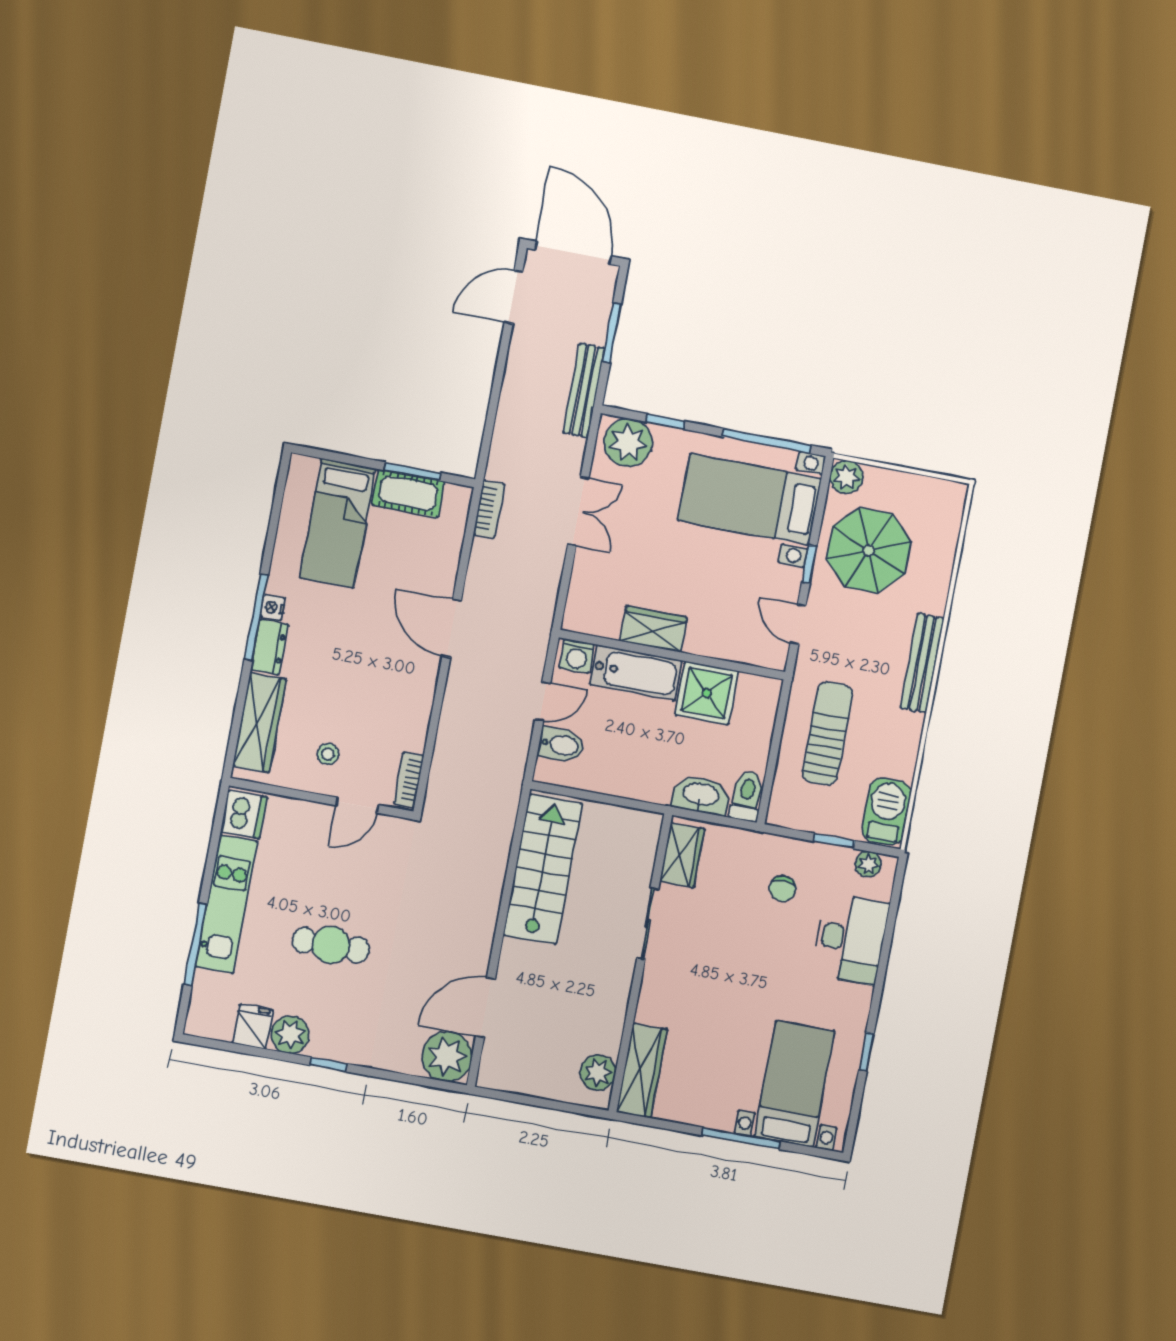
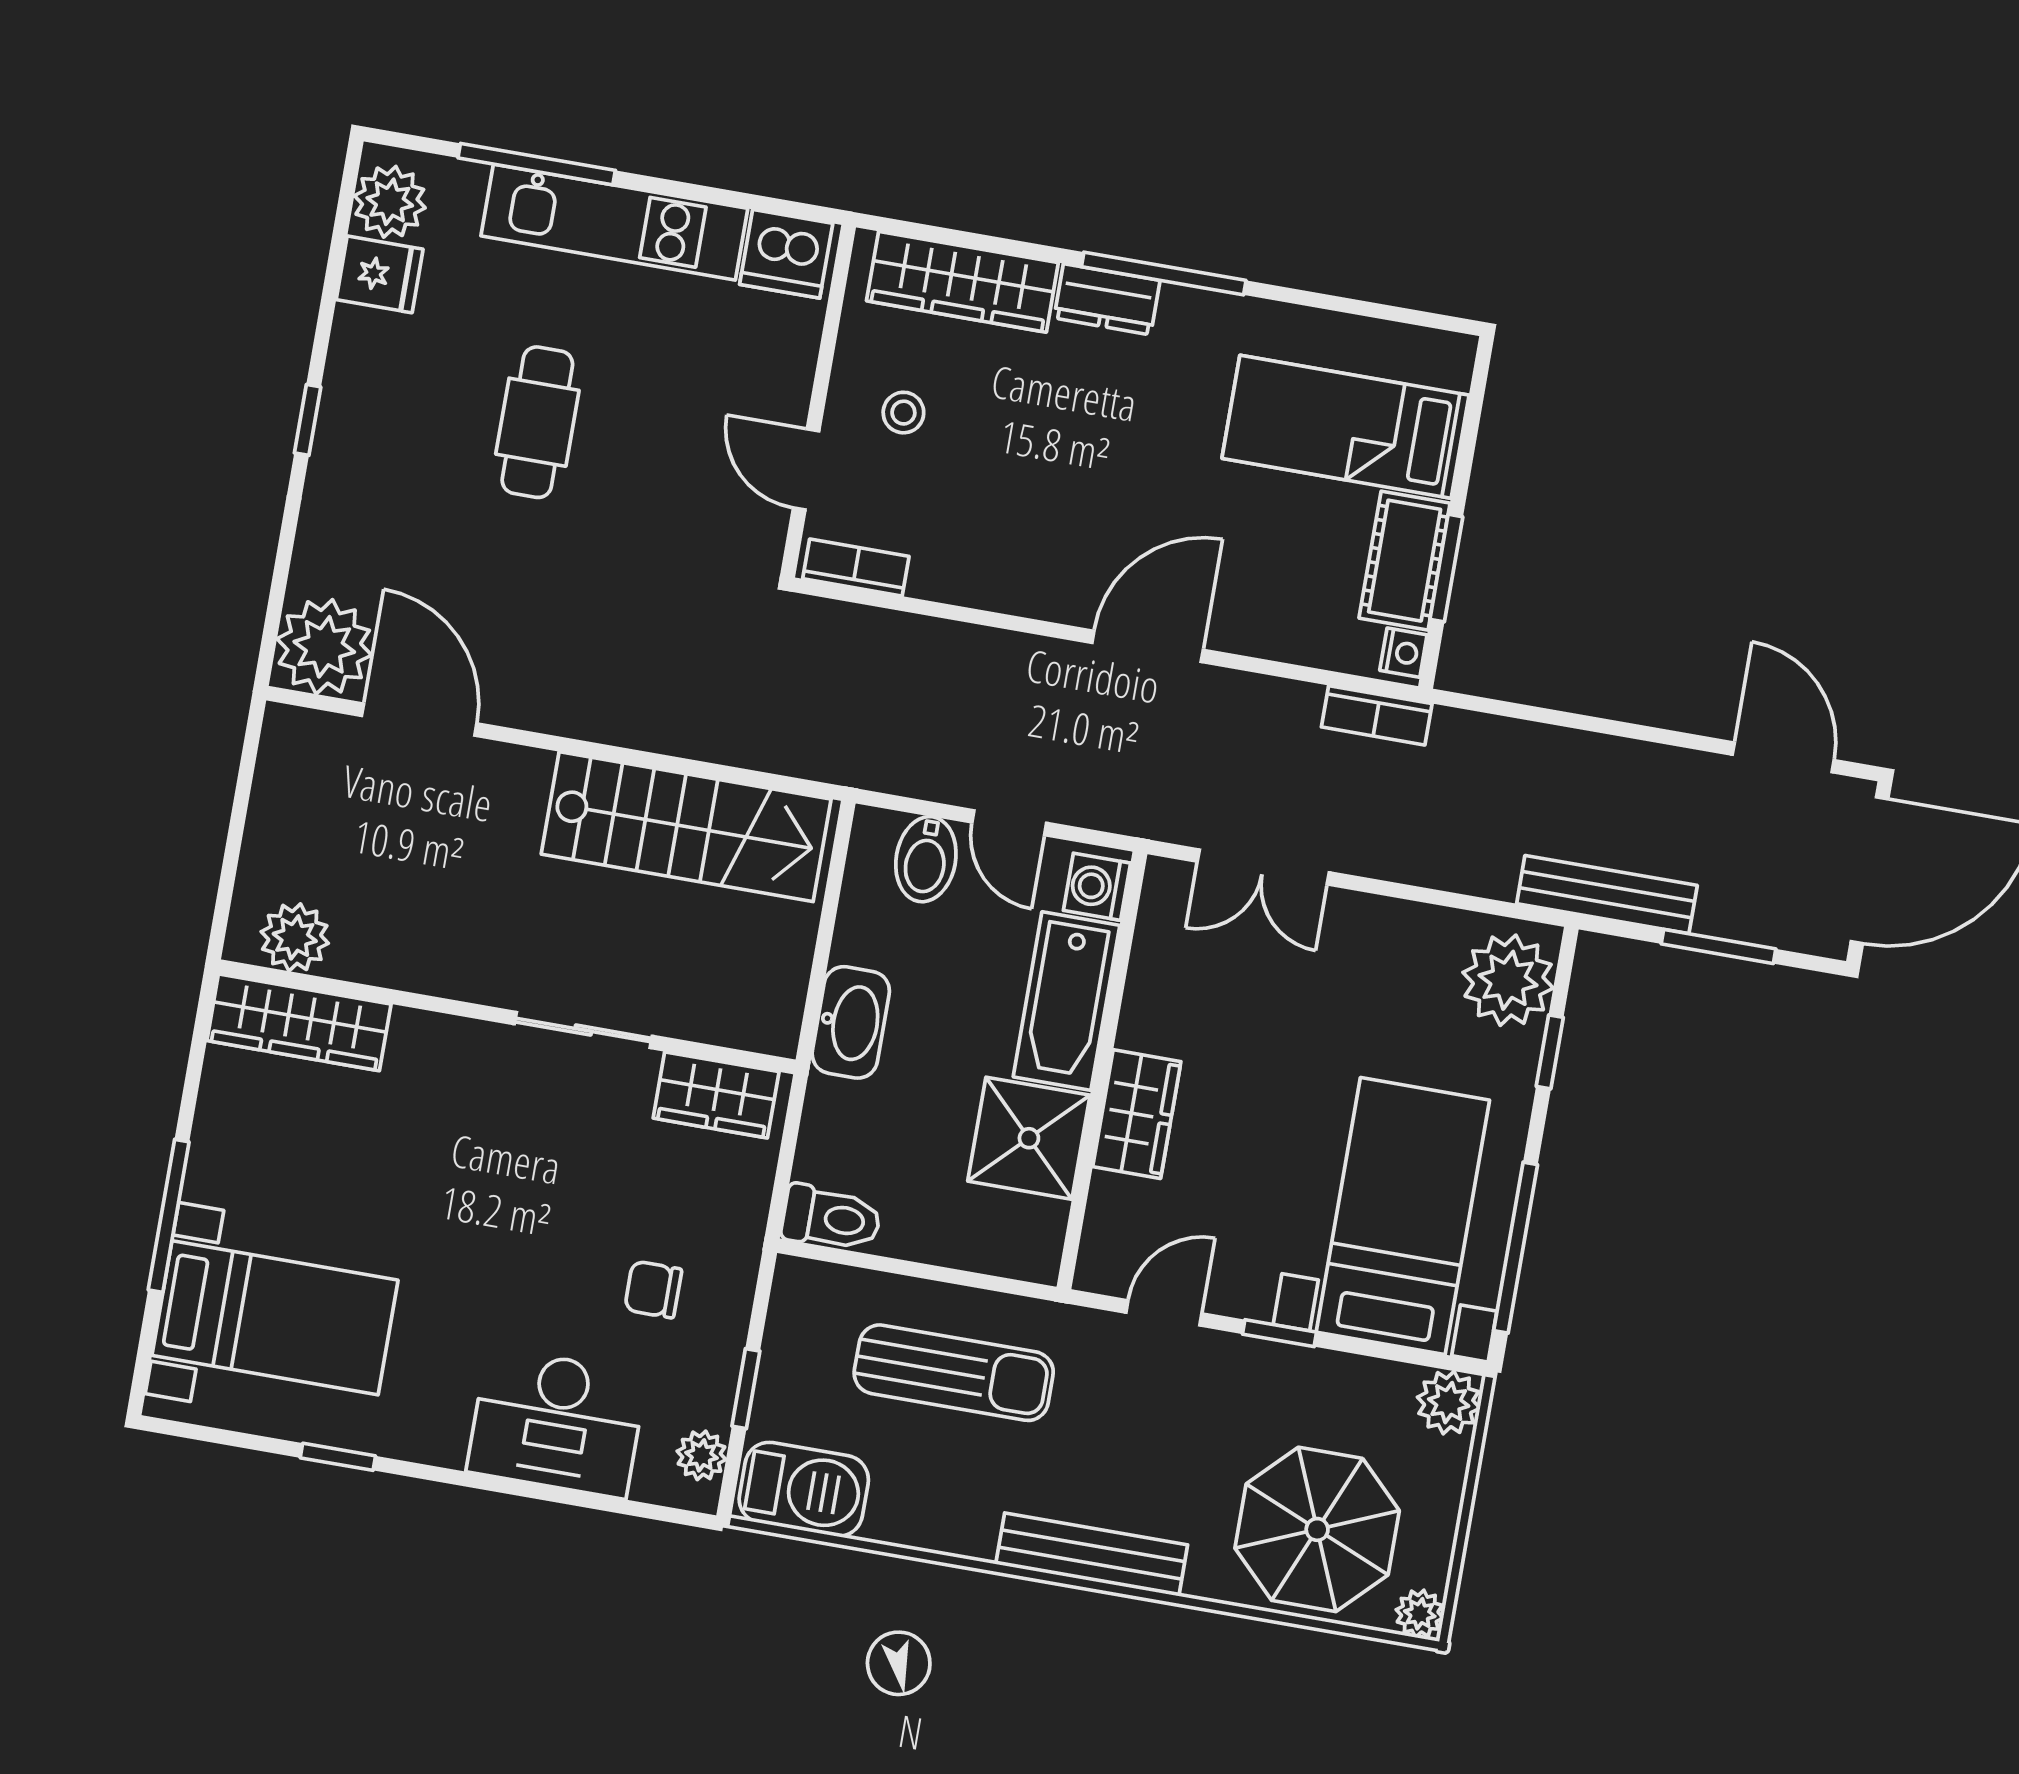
plant: (955, 494) -> (1420, 1614), added
double door: (578, 511) -> (1263, 867), moved
parasol: (869, 550) -> (1317, 1529), moved
nightstand: (273, 607) -> (1403, 653), moved, turned 90
wardrobe: (653, 629) -> (1137, 1114), moved
washbasin: (701, 795) -> (851, 1022), moved
plant: (290, 1035) -> (390, 202), moved

